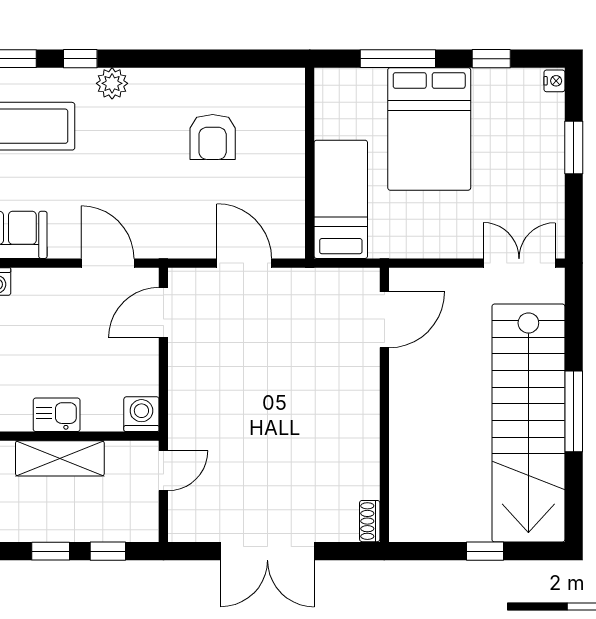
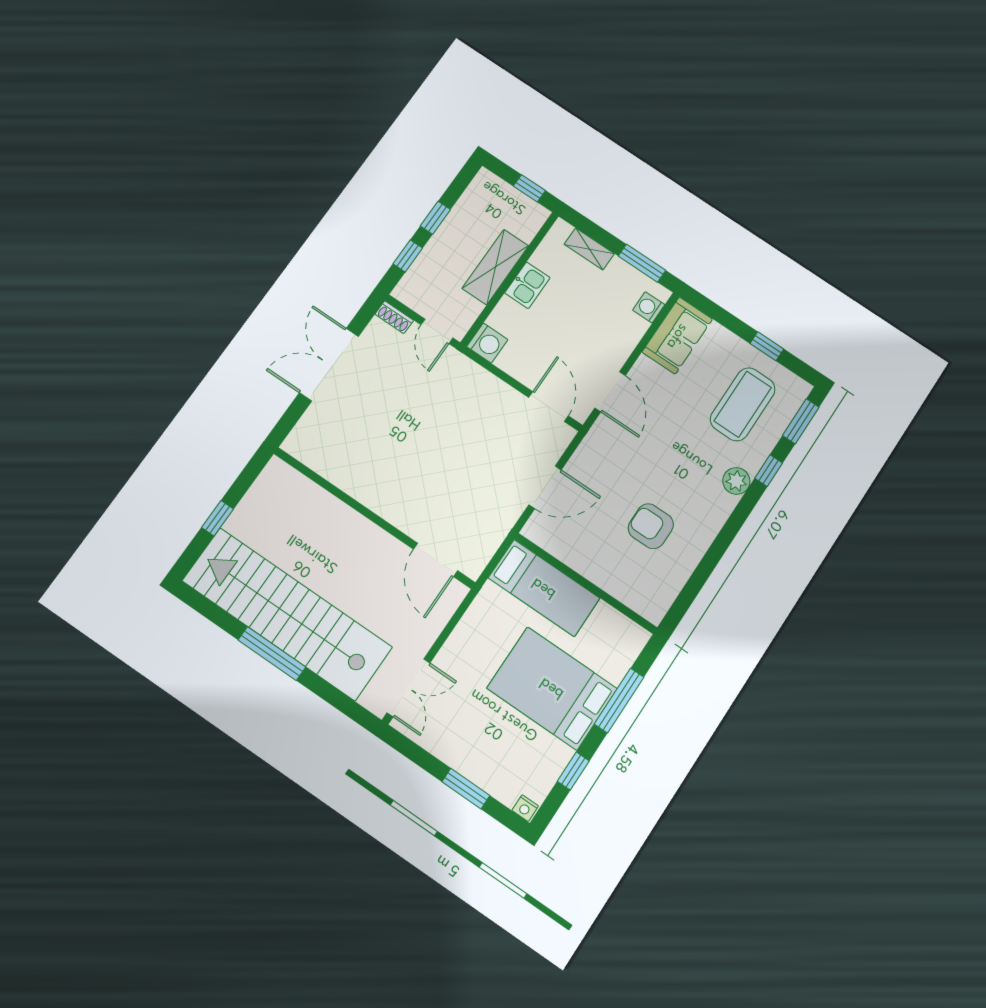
door: (108, 263) -> (610, 392), hinge flipped
shoe rack: (370, 521) -> (394, 317), moved, turned 180

